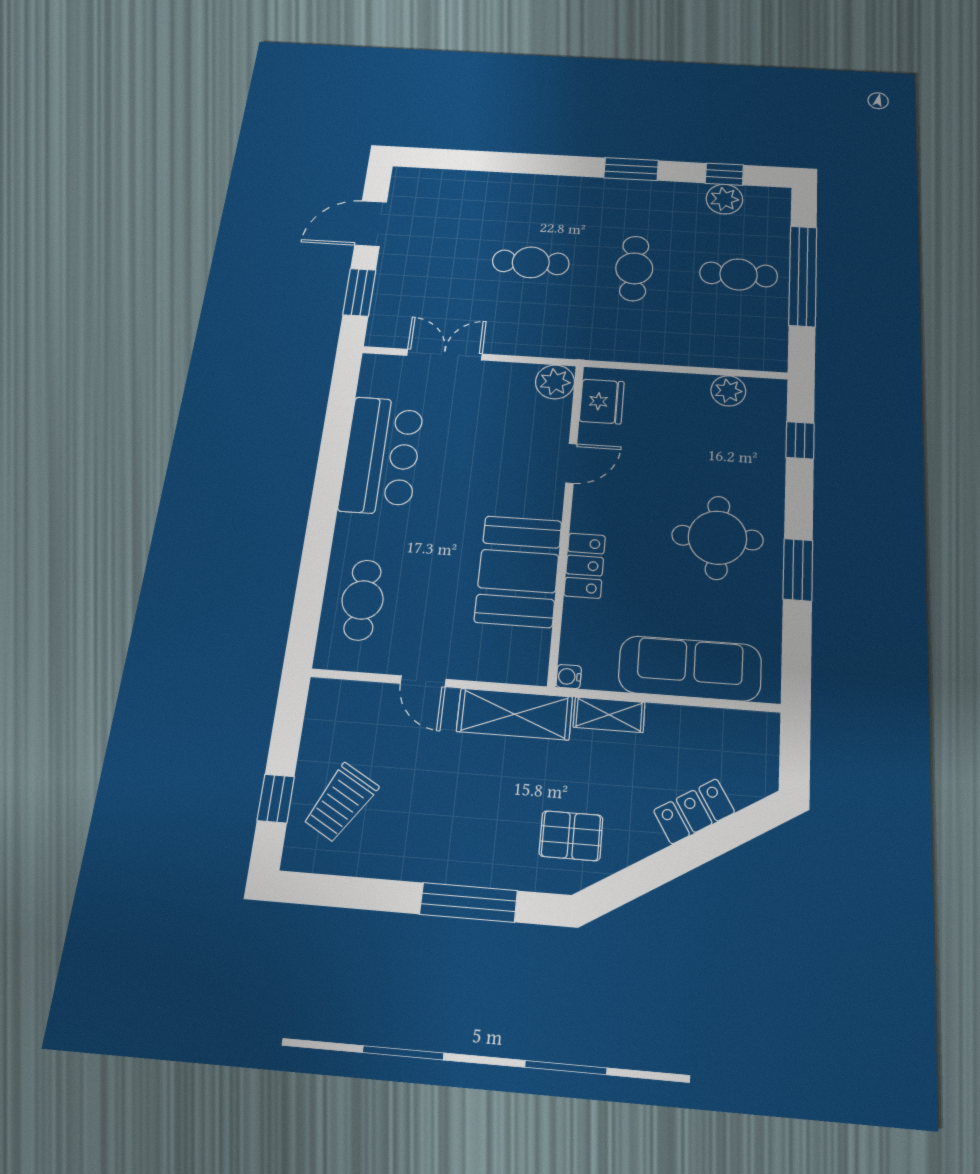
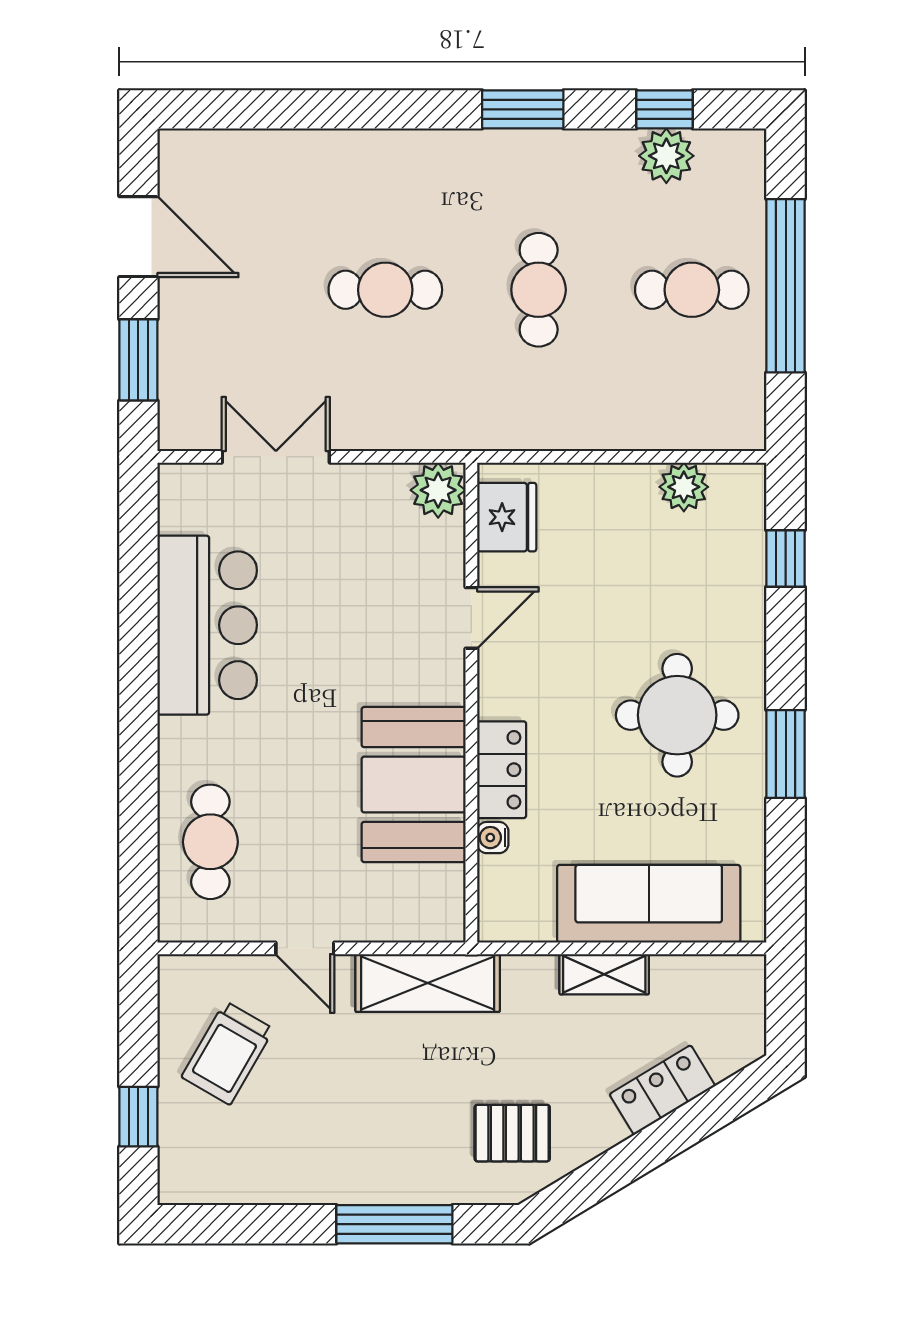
door: (371, 224) -> (138, 237), swing flipped
water cooler: (569, 677) -> (493, 838), moved
shelving: (609, 715) -> (604, 974), moved
trolley: (341, 803) -> (228, 1053), moved

